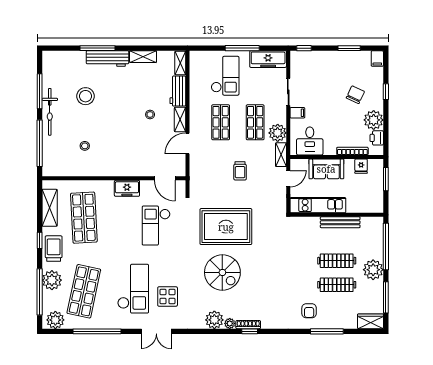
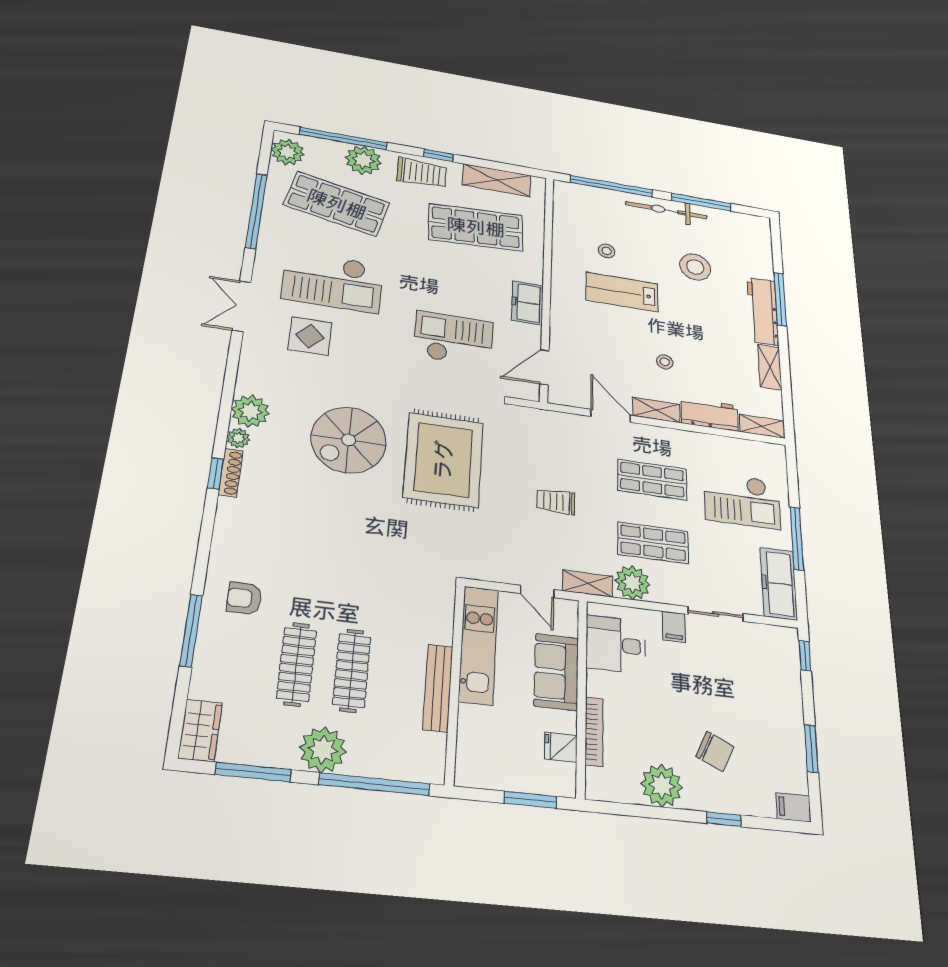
lab bench: (110, 137) -> (622, 292), added
printer: (377, 138) -> (623, 788), removed

